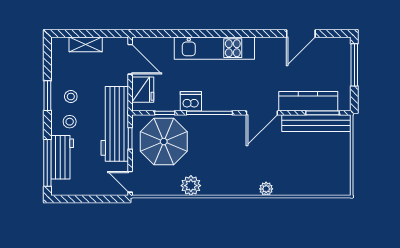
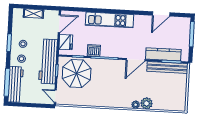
door: (130, 59) -> (59, 24), hinge flipped
workbench: (62, 157) -> (16, 84), width x1.37
plant: (191, 186) -> (147, 103), moved

